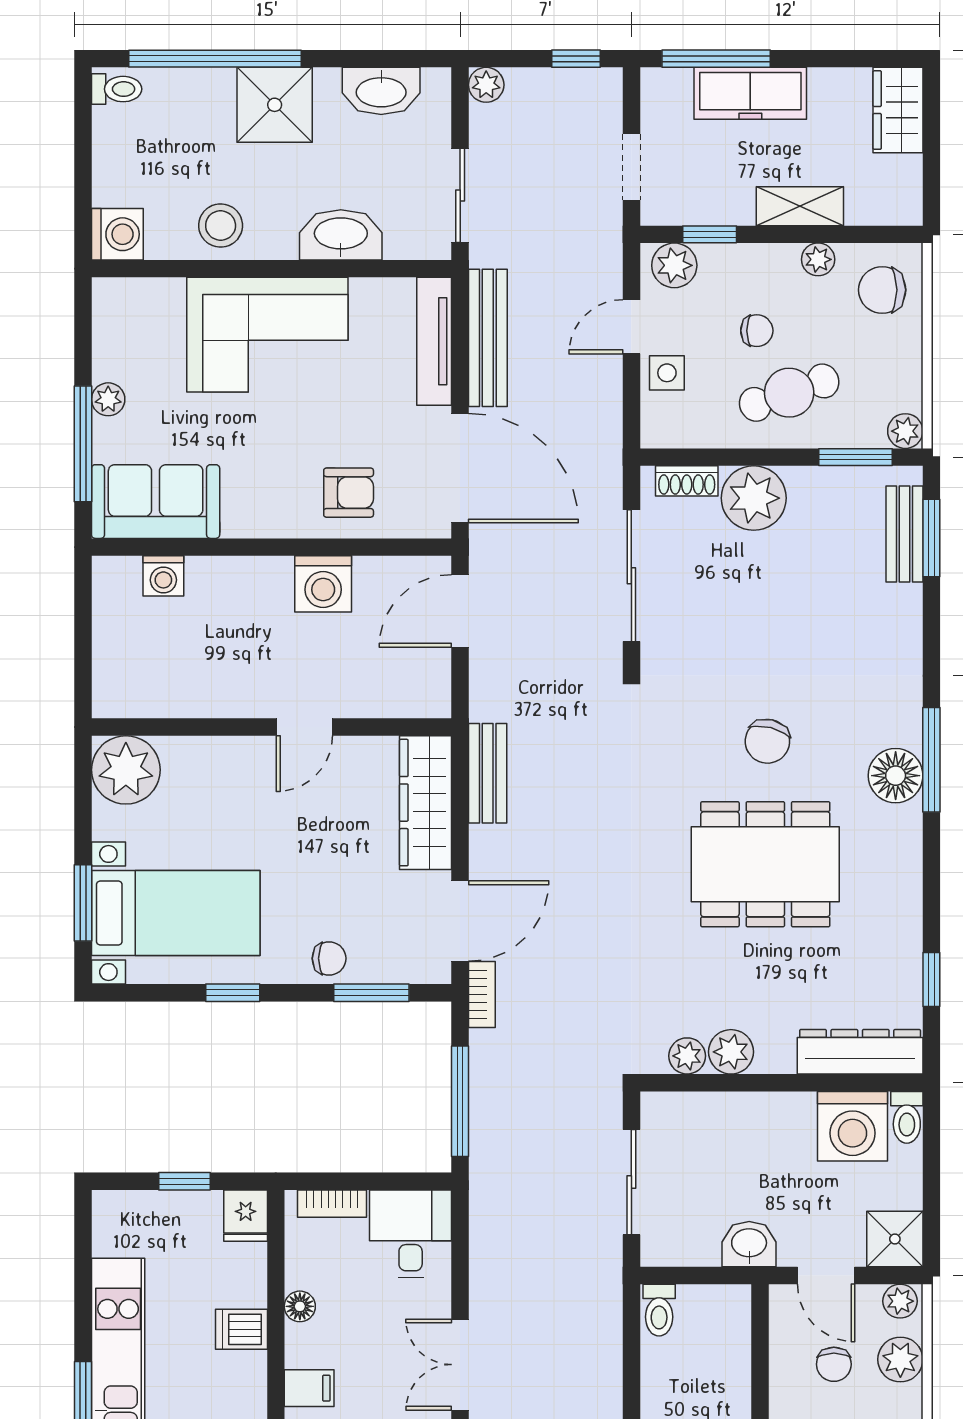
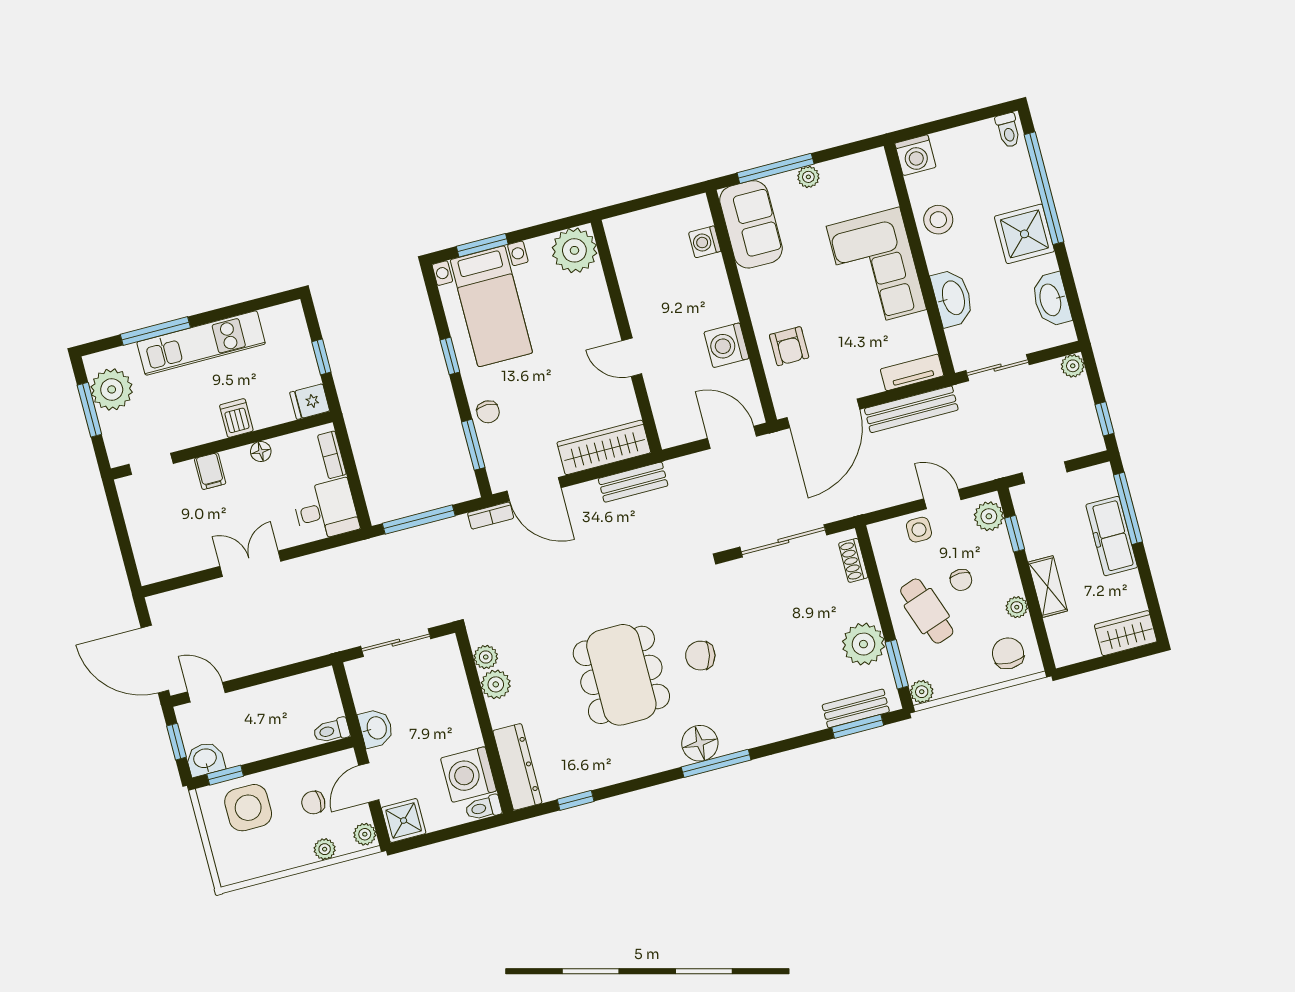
tv unit: (434, 341) -> (912, 372), width x0.71
plant: (754, 498) -> (863, 644), moved
toilet: (659, 1310) -> (331, 731), moved
plant: (900, 1359) -> (325, 849), width x0.73, depth x0.73

